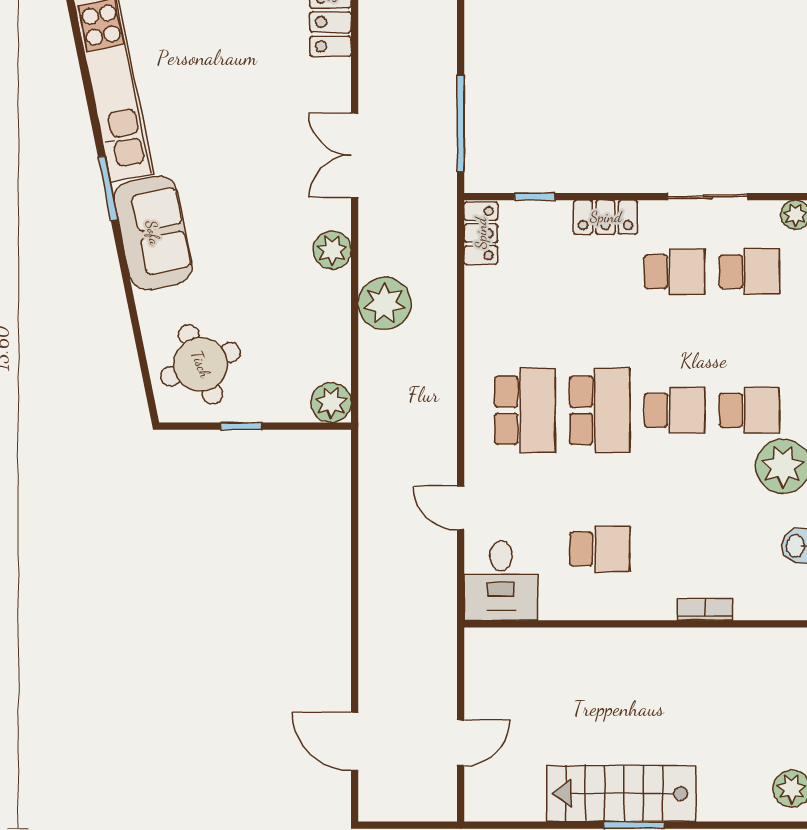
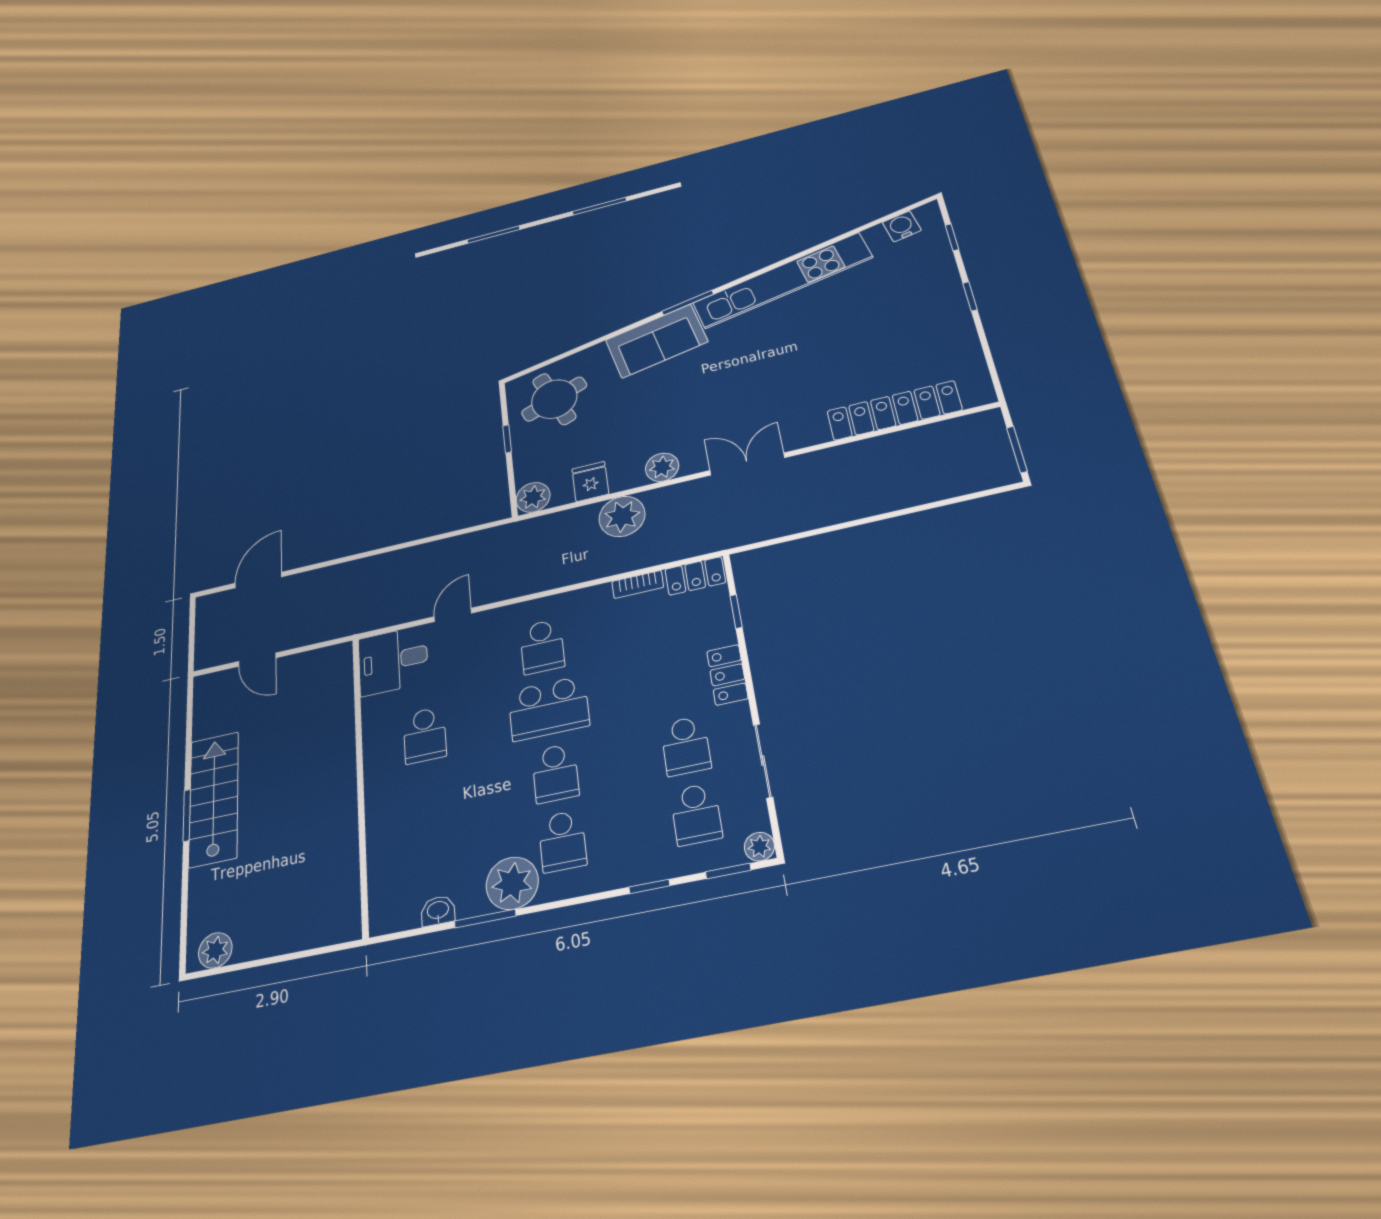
window: (461, 123) -> (792, 537), removed
fridge: (328, 334) -> (590, 481), added
school desk: (525, 410) -> (542, 647), width x0.54
bookcase: (705, 609) -> (638, 584), moved, turned 90

